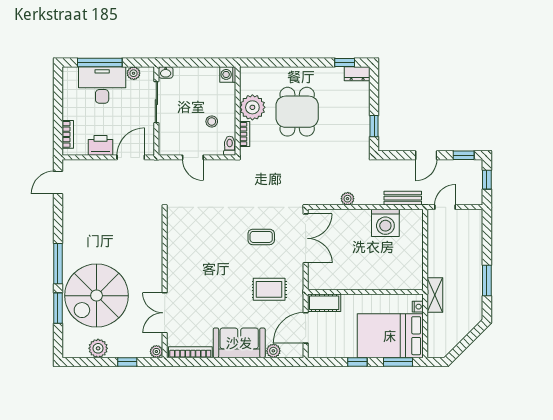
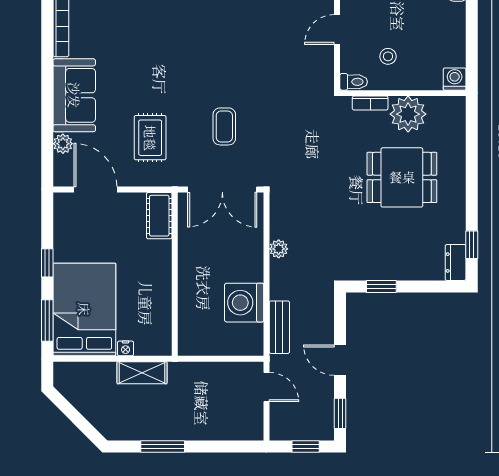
wall: (365, 292) -> (175, 274), moved
cot: (324, 303) -> (159, 216), moved

